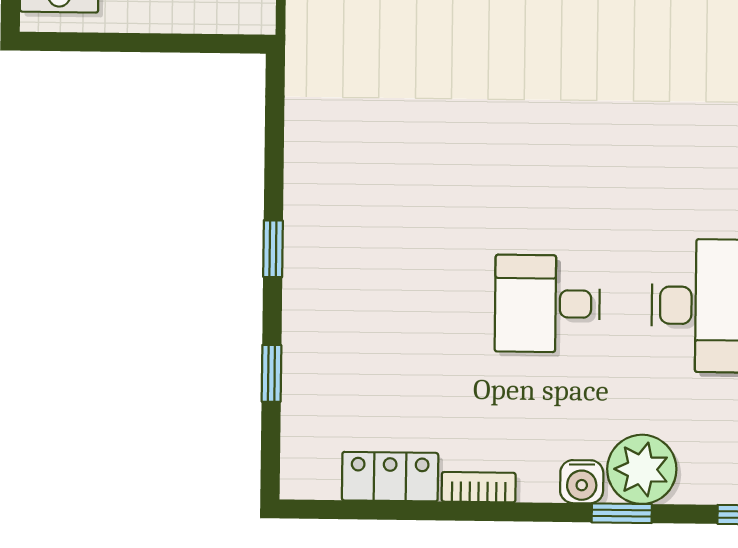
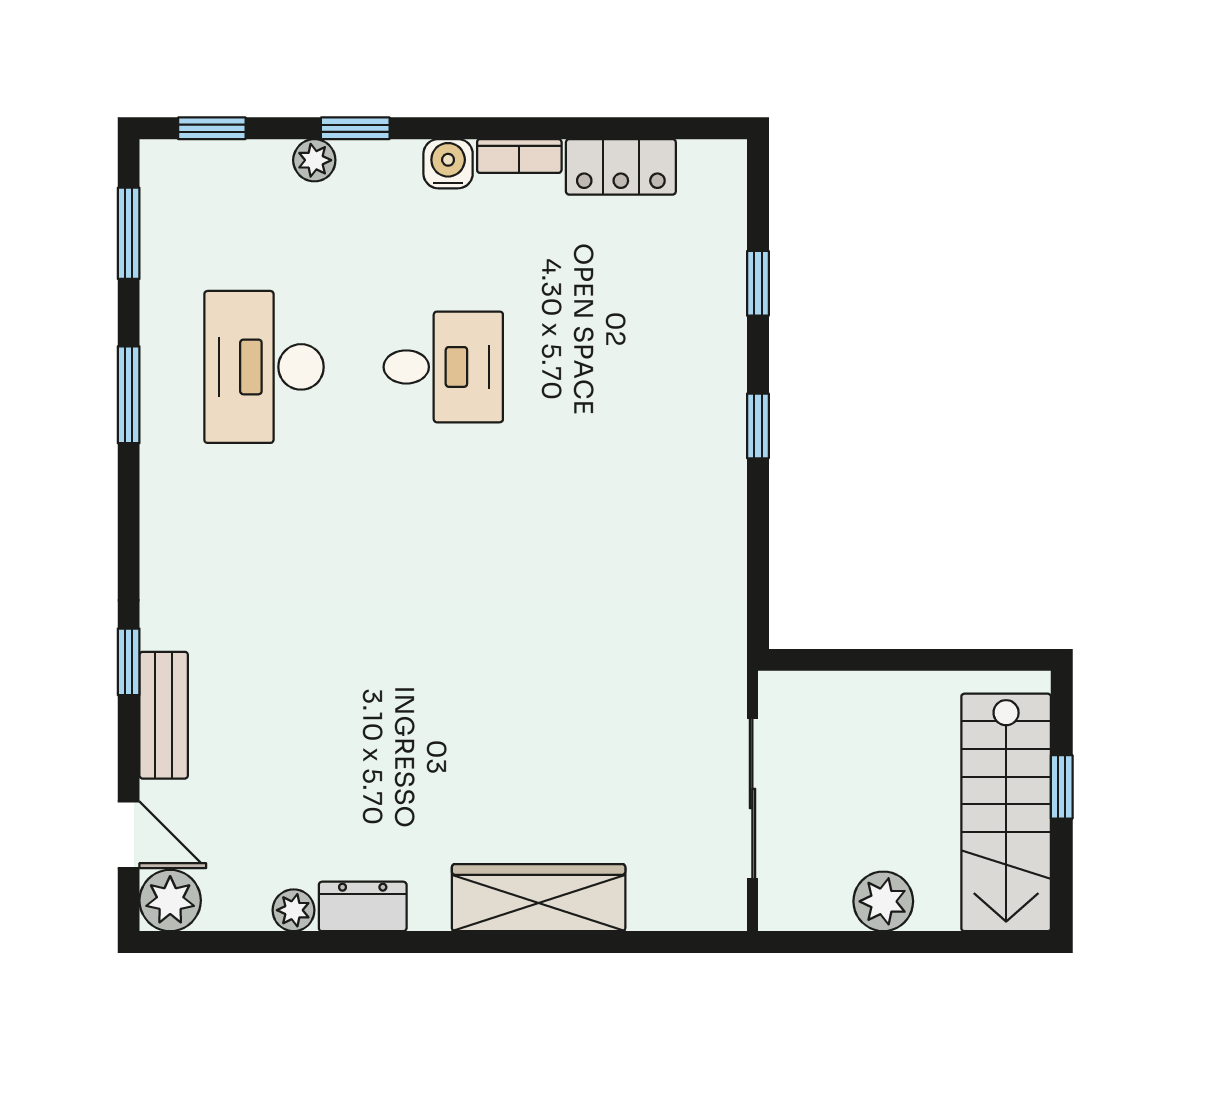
plant: (642, 469) -> (314, 160), width x0.53, depth x0.53
water cooler: (582, 482) -> (448, 164), moved

